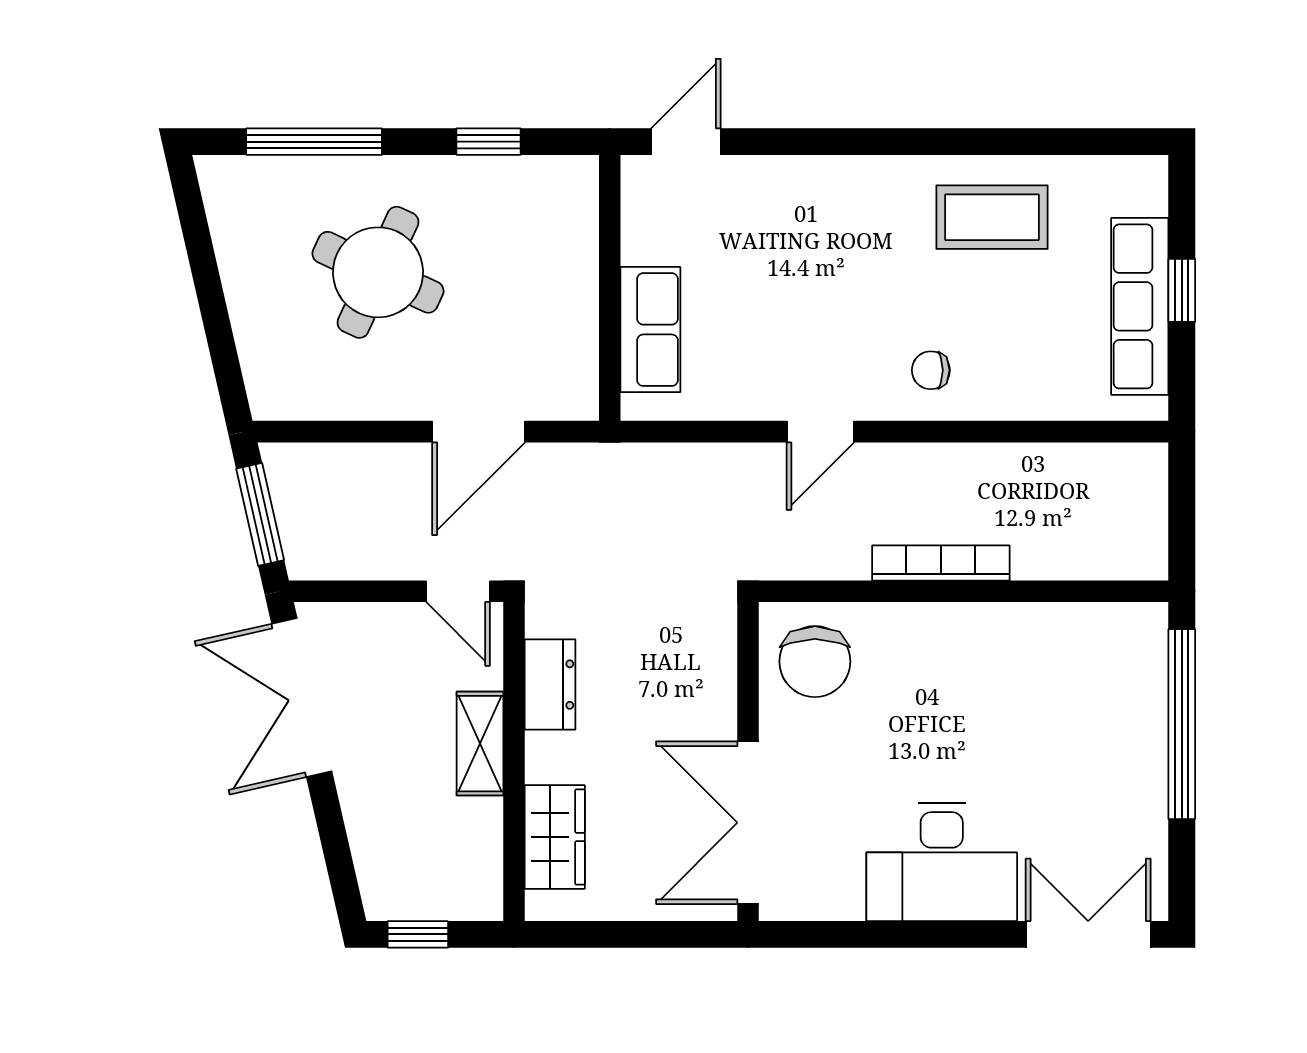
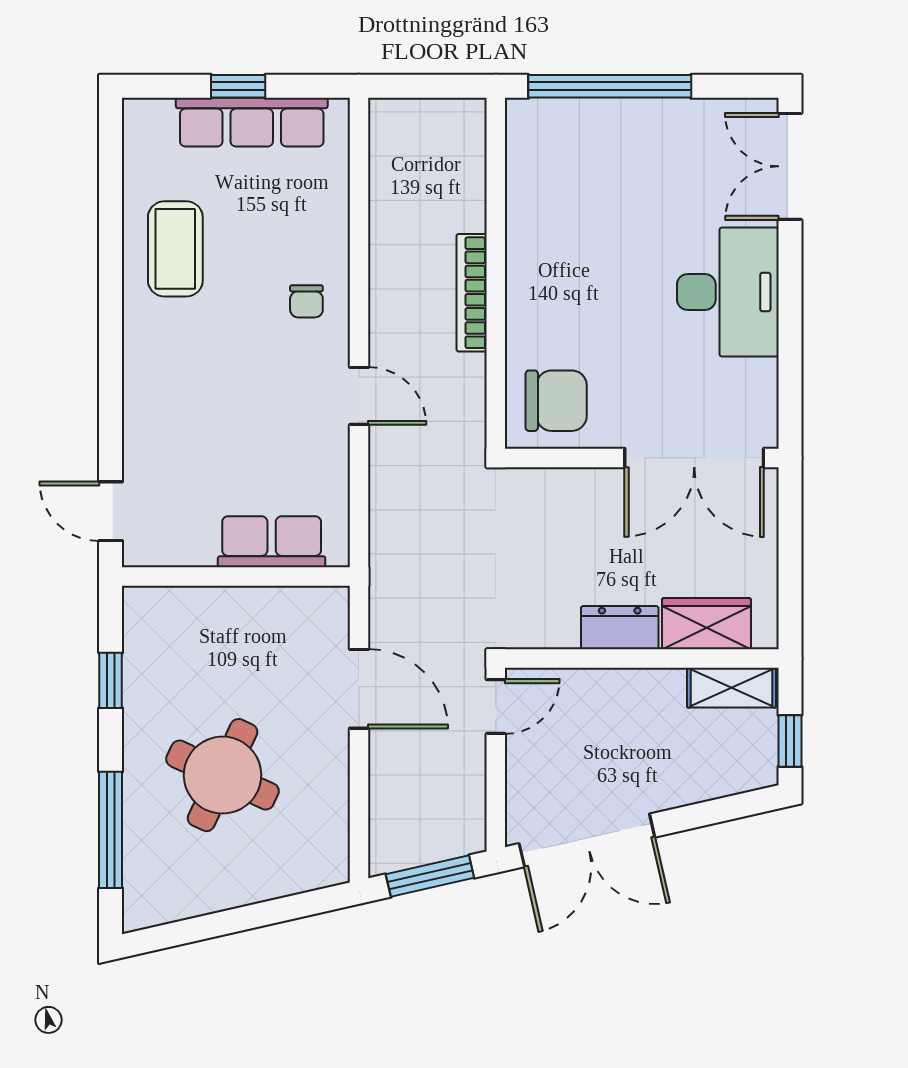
dresser: (550, 685) -> (620, 628), moved
shelving: (480, 744) -> (731, 688), moved

